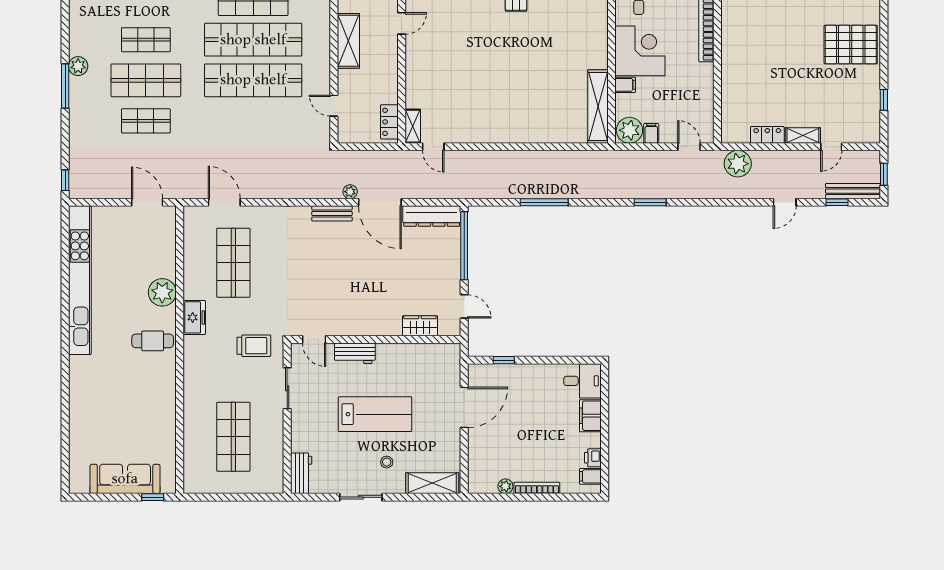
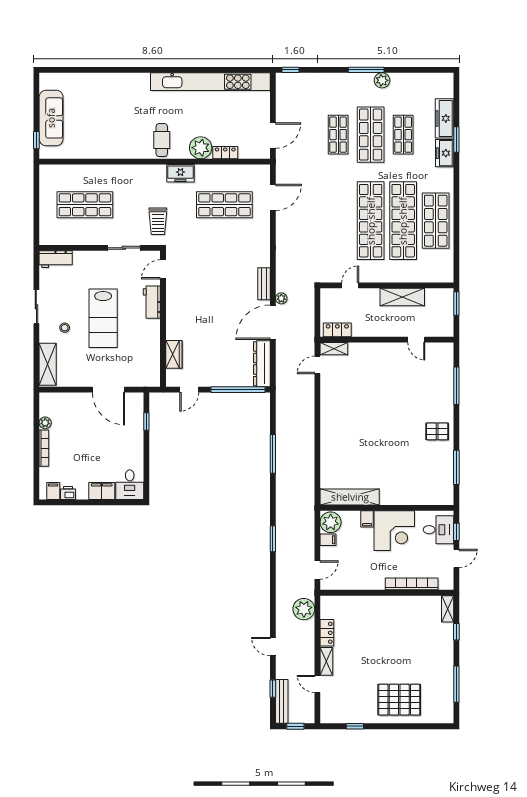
pallet: (851, 45) -> (399, 700), turned 90
locker: (168, 262) -> (225, 153), added

